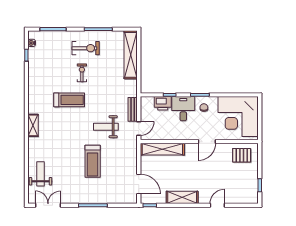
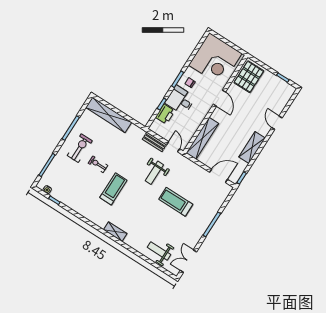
pallet: (242, 155) -> (249, 77), width x1.50, depth x1.42
treadmill: (93, 161) -> (176, 202), turned 180

